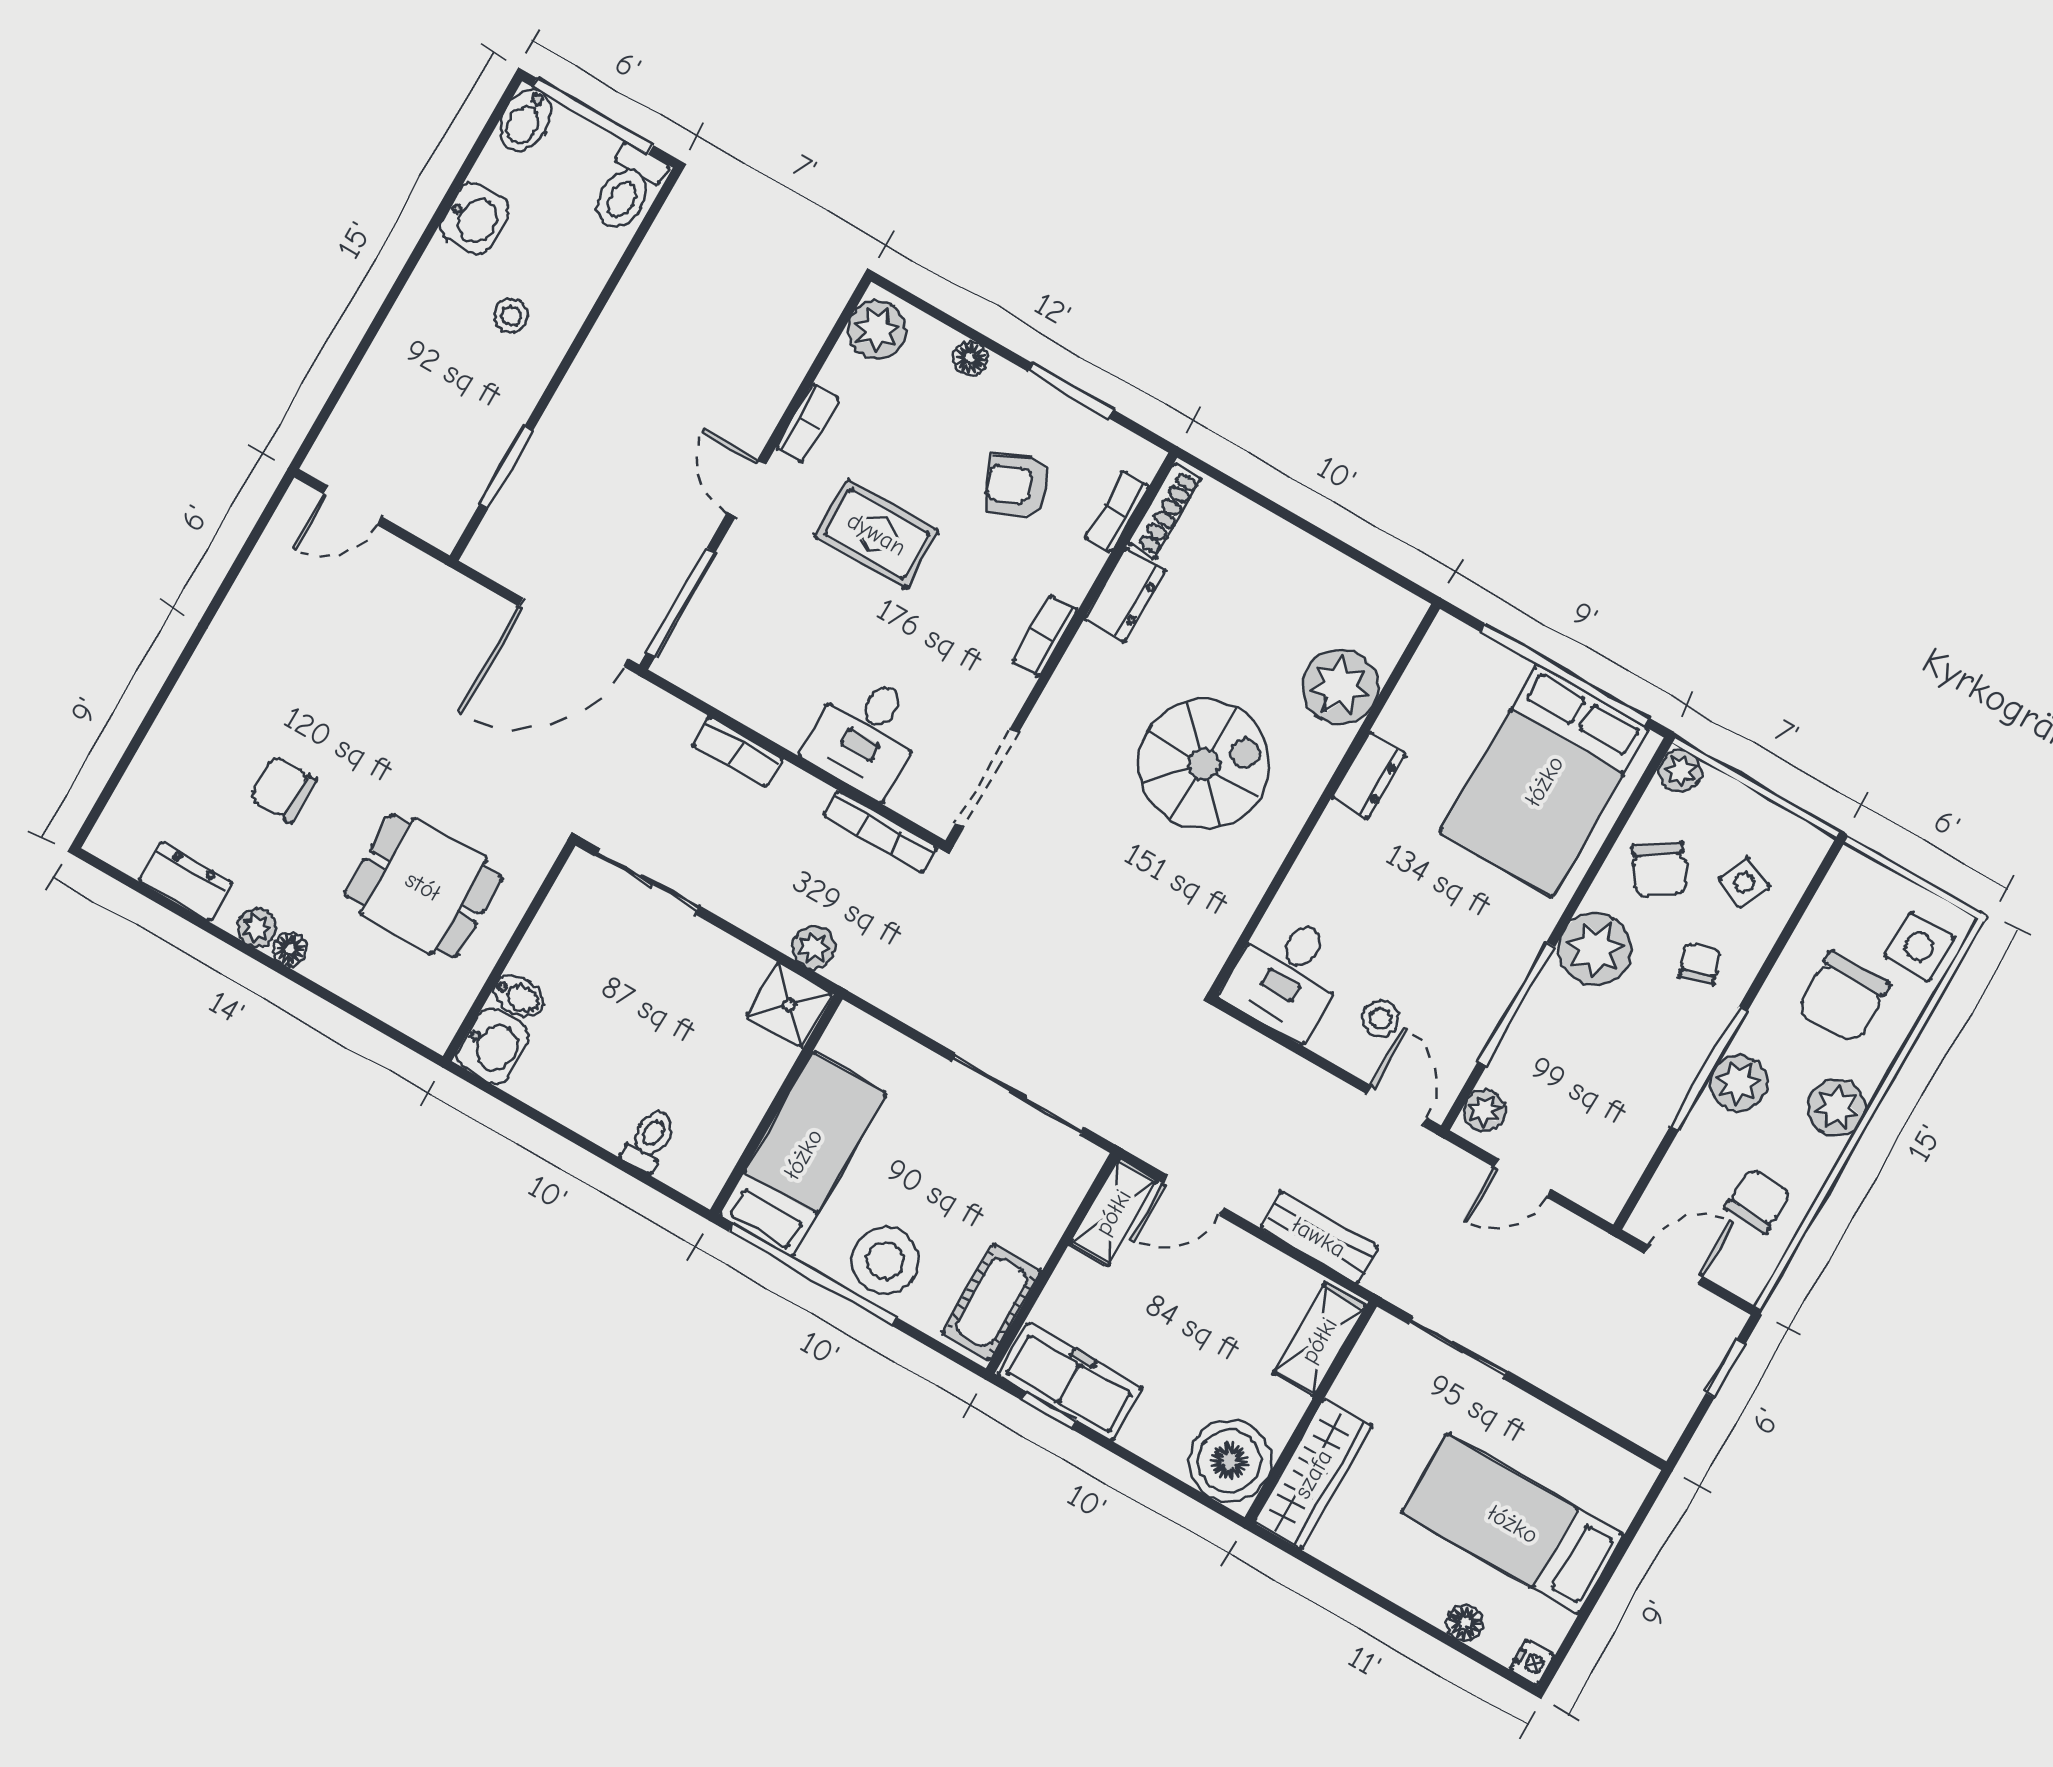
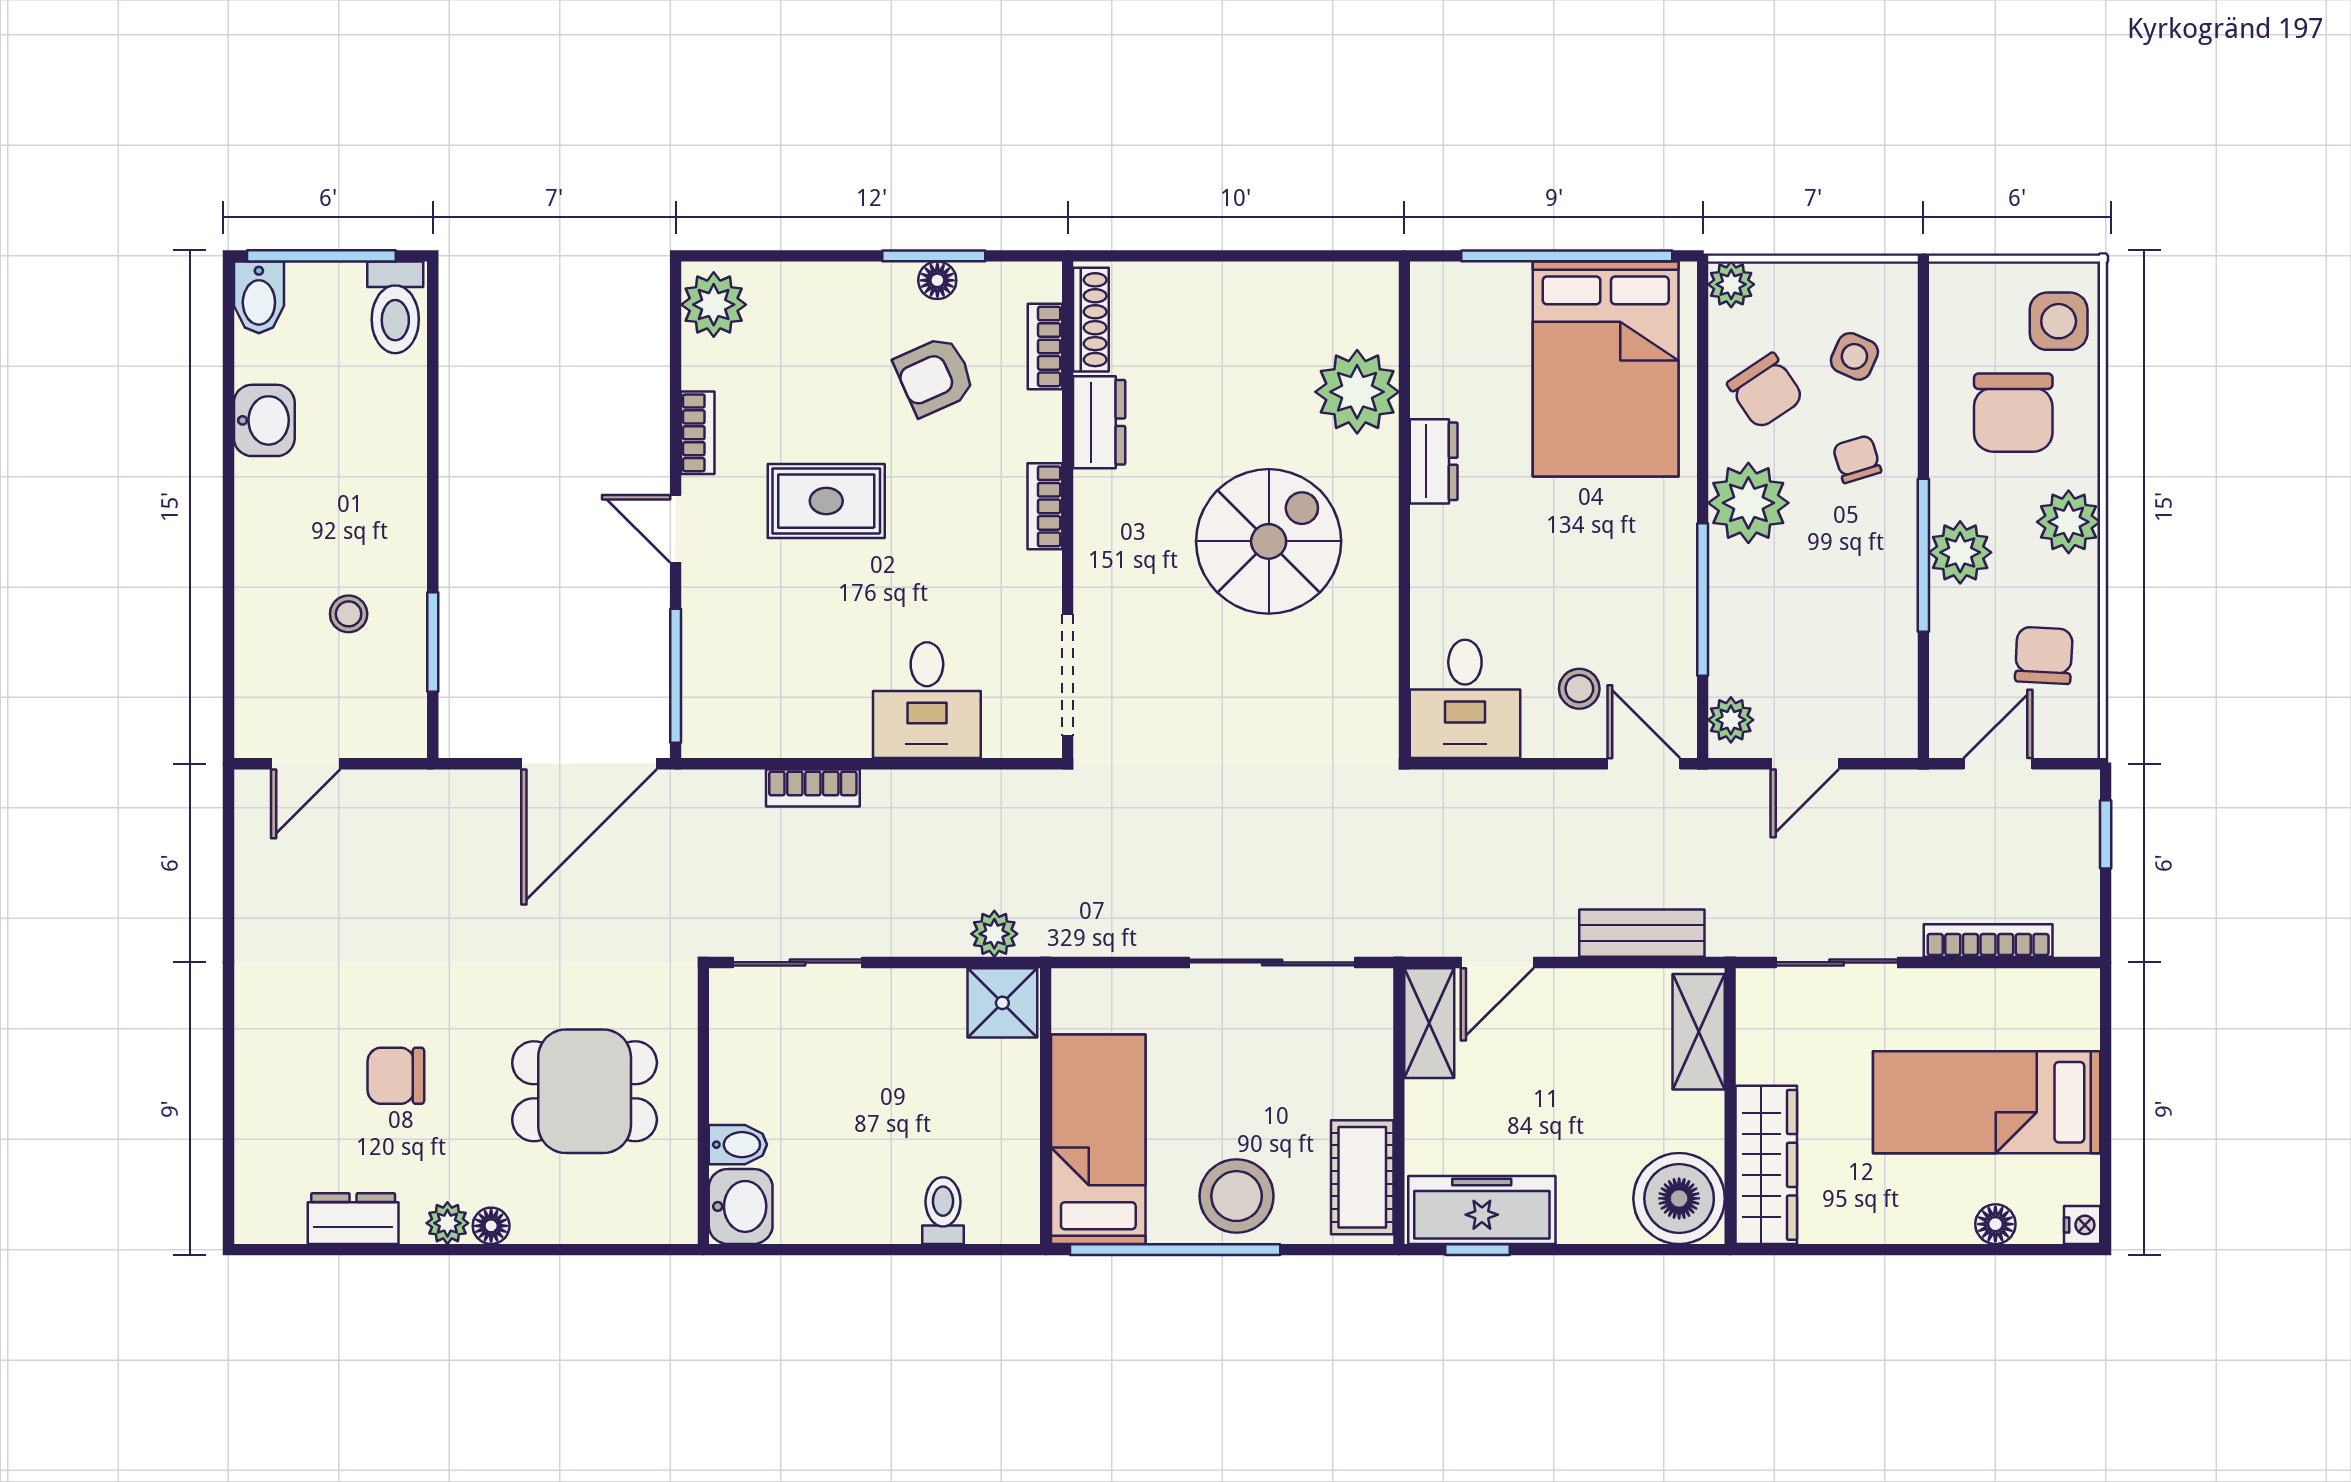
stool: (511, 316) -> (349, 614), moved
floor lamp: (970, 358) -> (937, 280), moved
bookcase: (881, 832) -> (1988, 941), moved, turned 180

